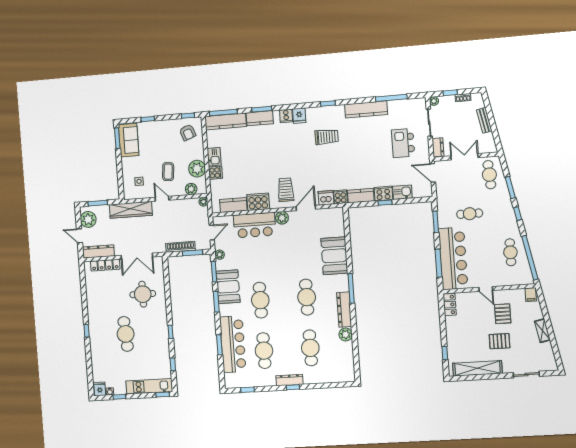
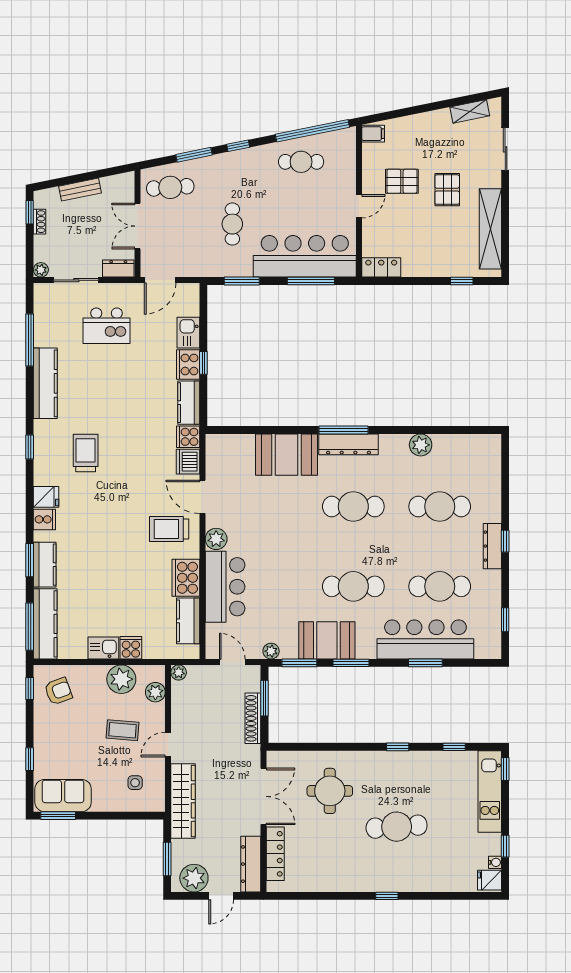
window: (450, 93) -> (30, 212), moved
dresser: (344, 310) -> (349, 444), moved
shelving: (542, 331) -> (470, 111), moved

